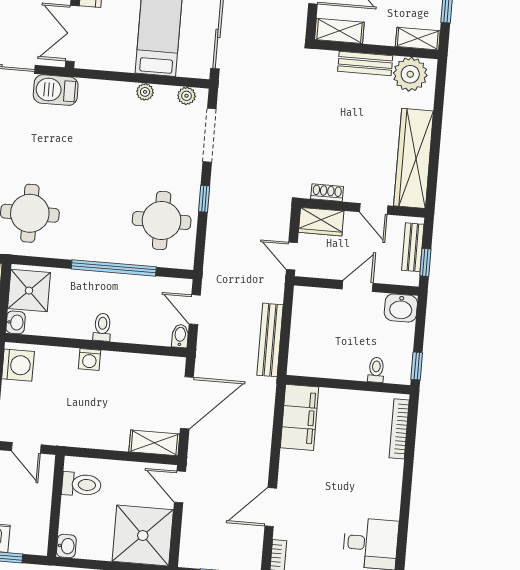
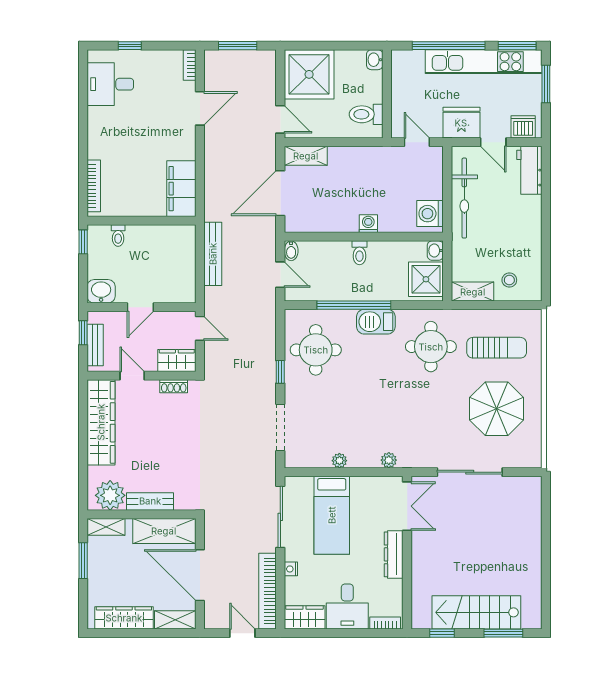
shelving: (339, 31) -> (164, 531), width x1.50, depth x1.33
barbecue: (56, 90) -> (376, 322), moved, turned 180
plant: (187, 96) -> (389, 460), moved

